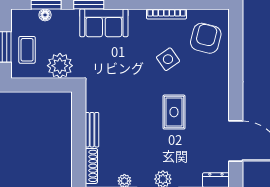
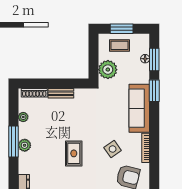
sofa: (104, 23) -> (139, 108), width x1.36
rug: (174, 112) -> (74, 153), turned 90

